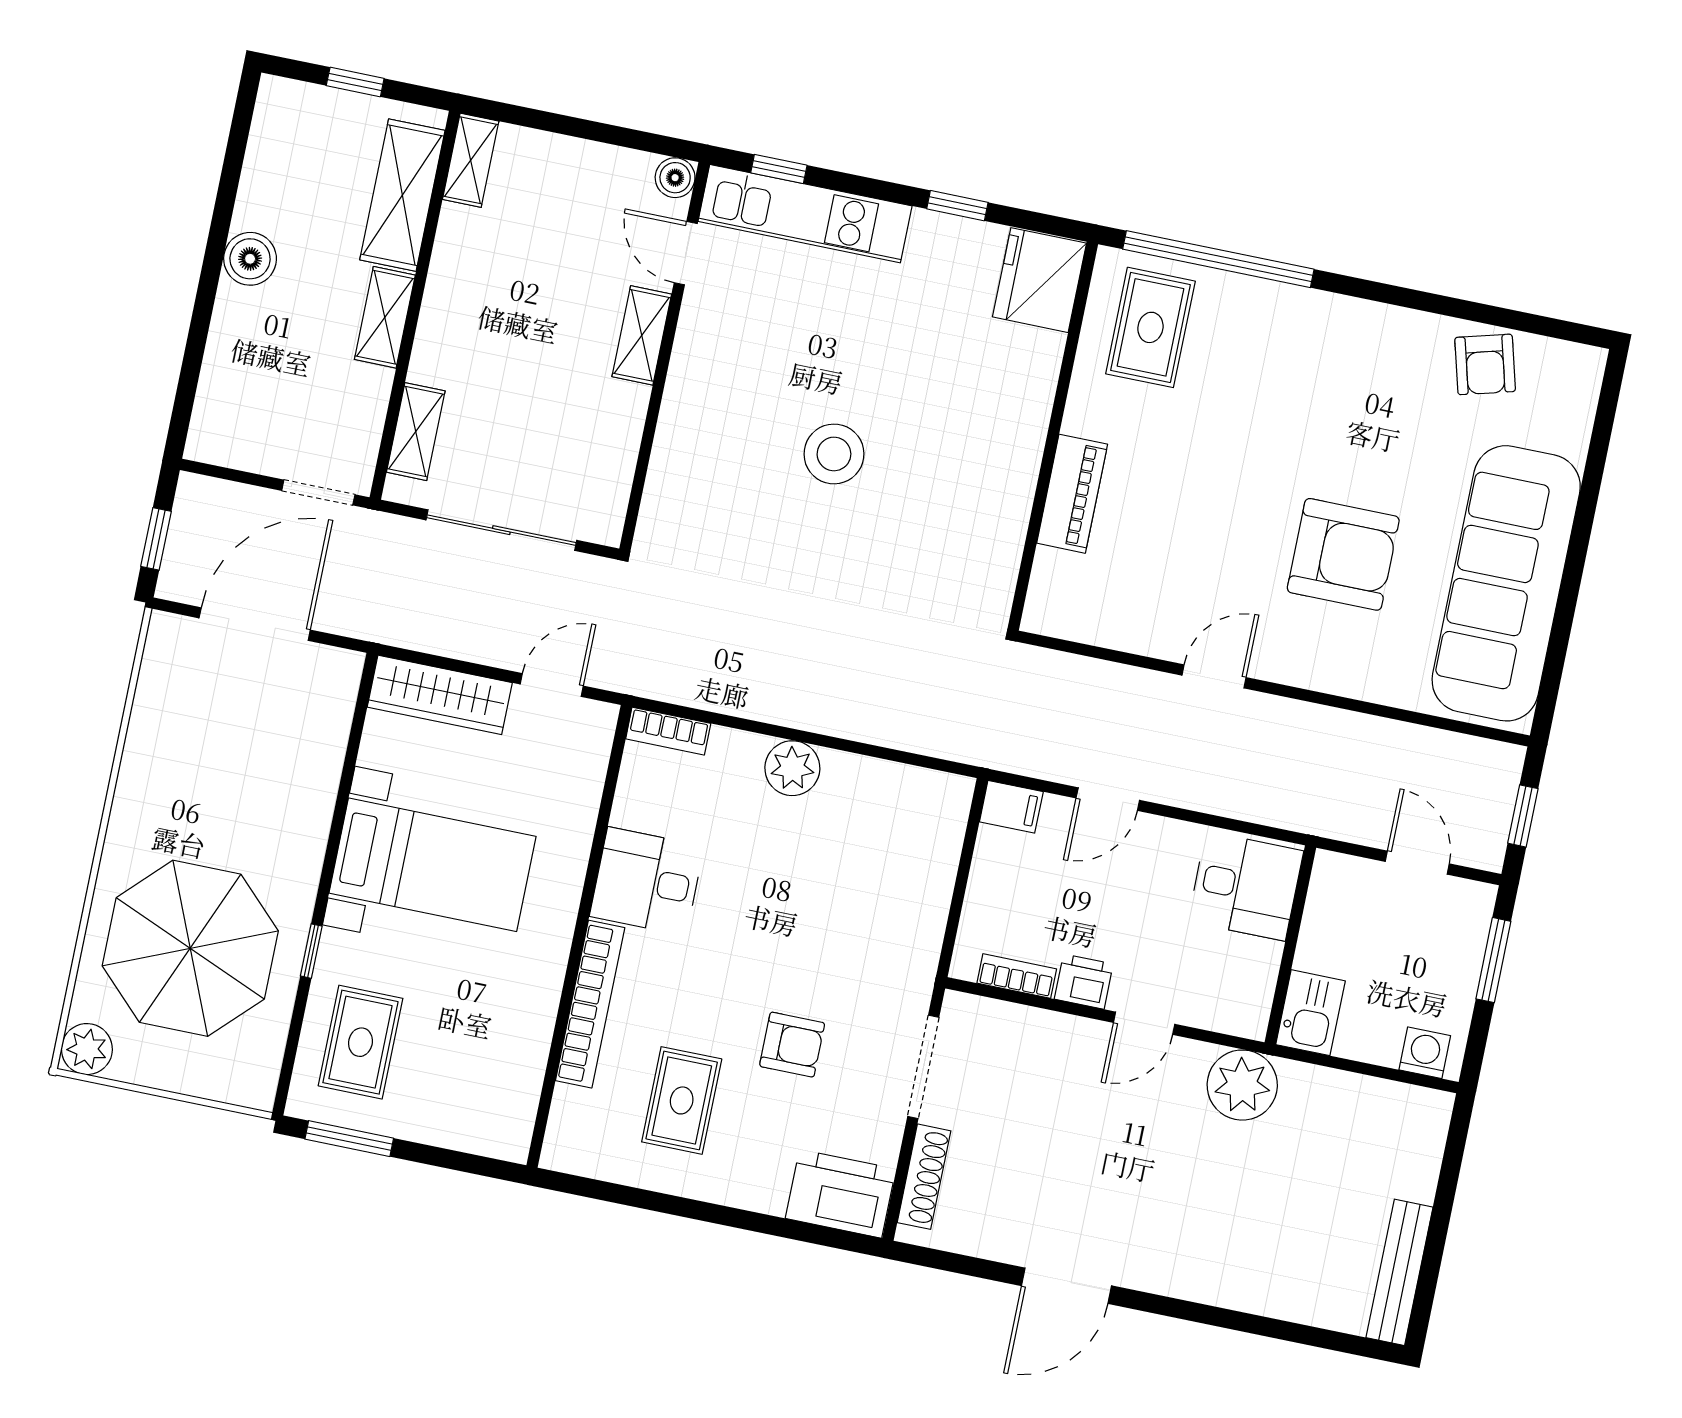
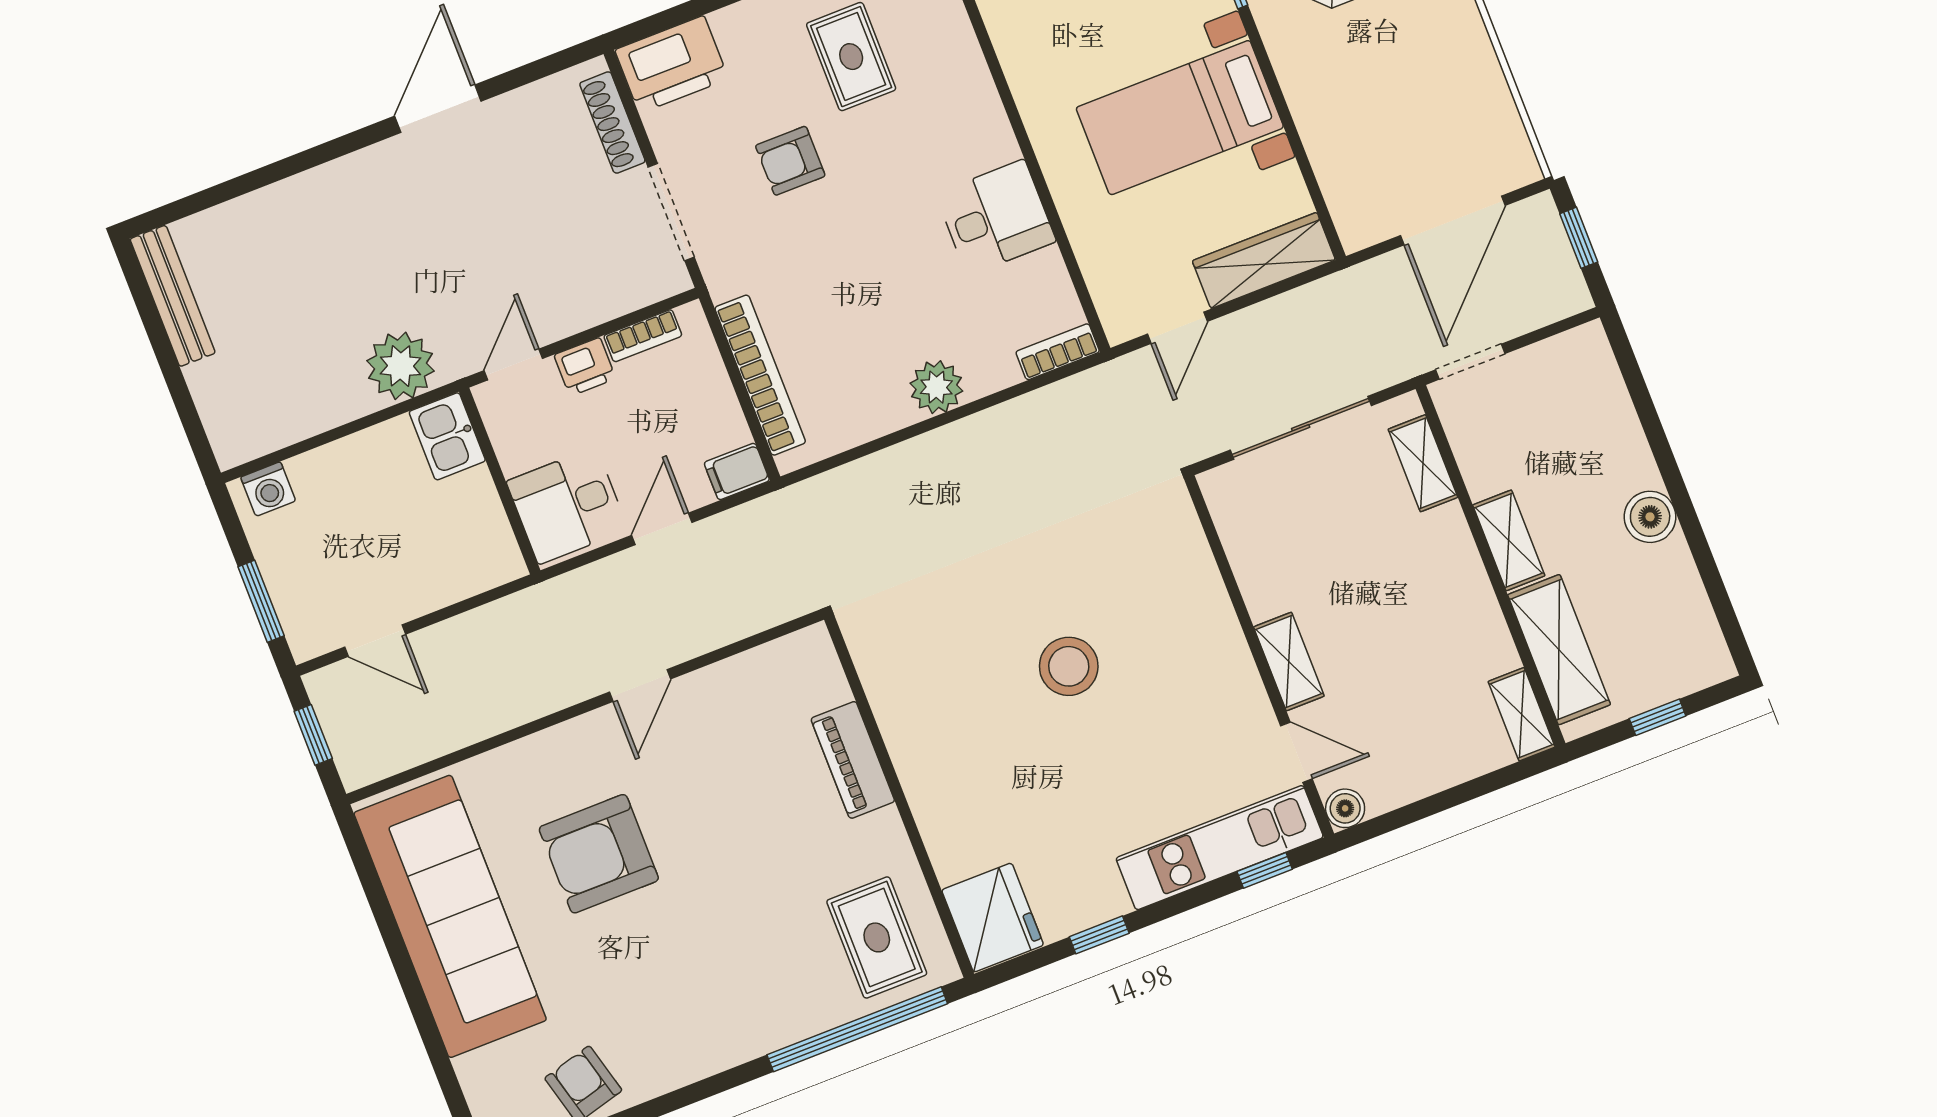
desk: (1246, 886) -> (567, 506), moved
wall: (1290, 945) -> (500, 481), moved
bookcase: (590, 1004) -> (760, 375), moved, turned 180
kitchen sink: (1310, 1013) -> (447, 436), moved

